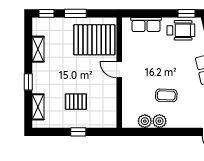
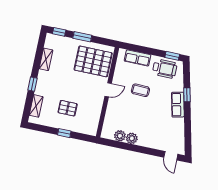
door: (119, 70) -> (108, 90), swing flipped
coffee table: (166, 95) -> (140, 90), moved

